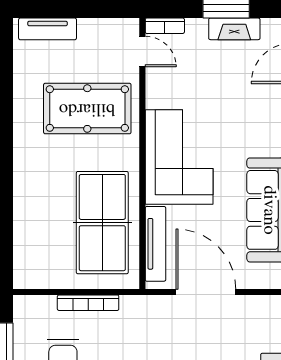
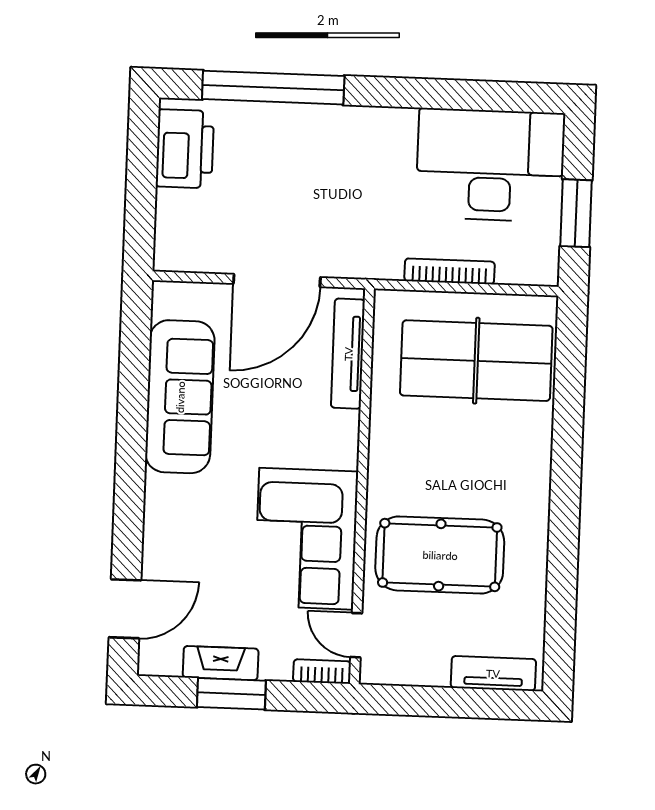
corner sofa: (179, 157) -> (306, 539), moved
table tennis table: (102, 223) -> (476, 361), moved, turned 90
door: (206, 292) -> (277, 281), hinge flipped

